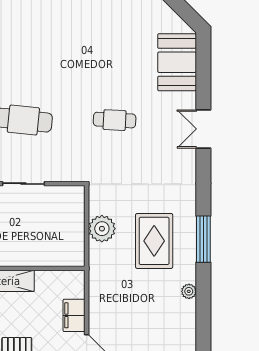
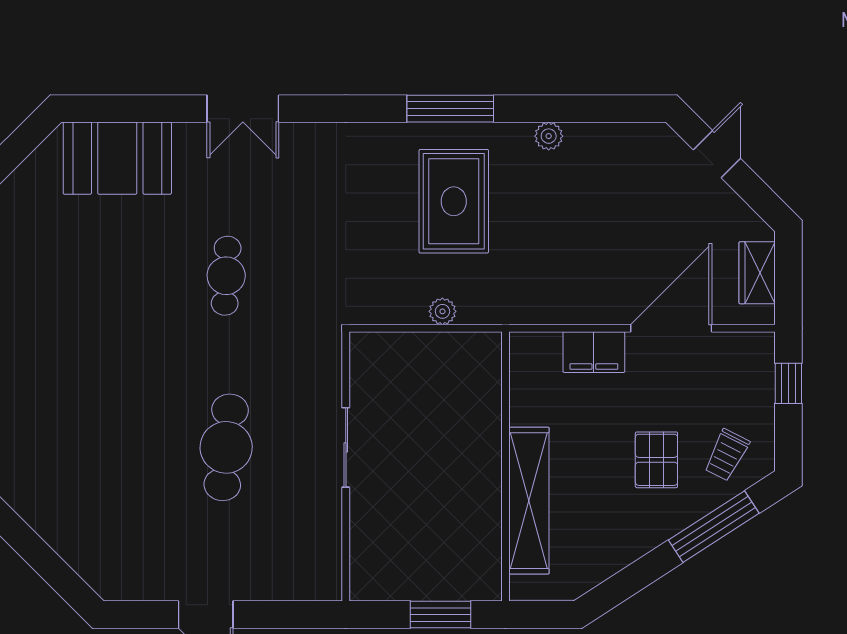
plant: (102, 229) -> (442, 311), width x0.53, depth x0.53
rug: (154, 241) -> (454, 201), turned 90

